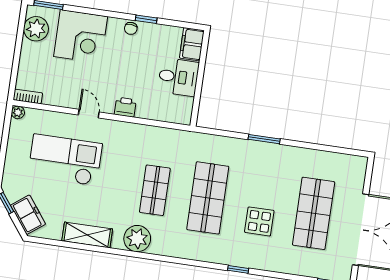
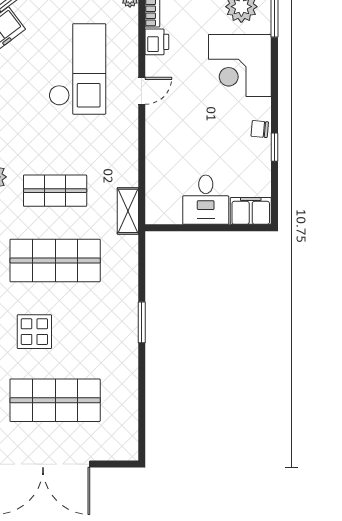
printer: (125, 107) -> (157, 42), moved
shelving: (178, 137) -> (128, 211), added

